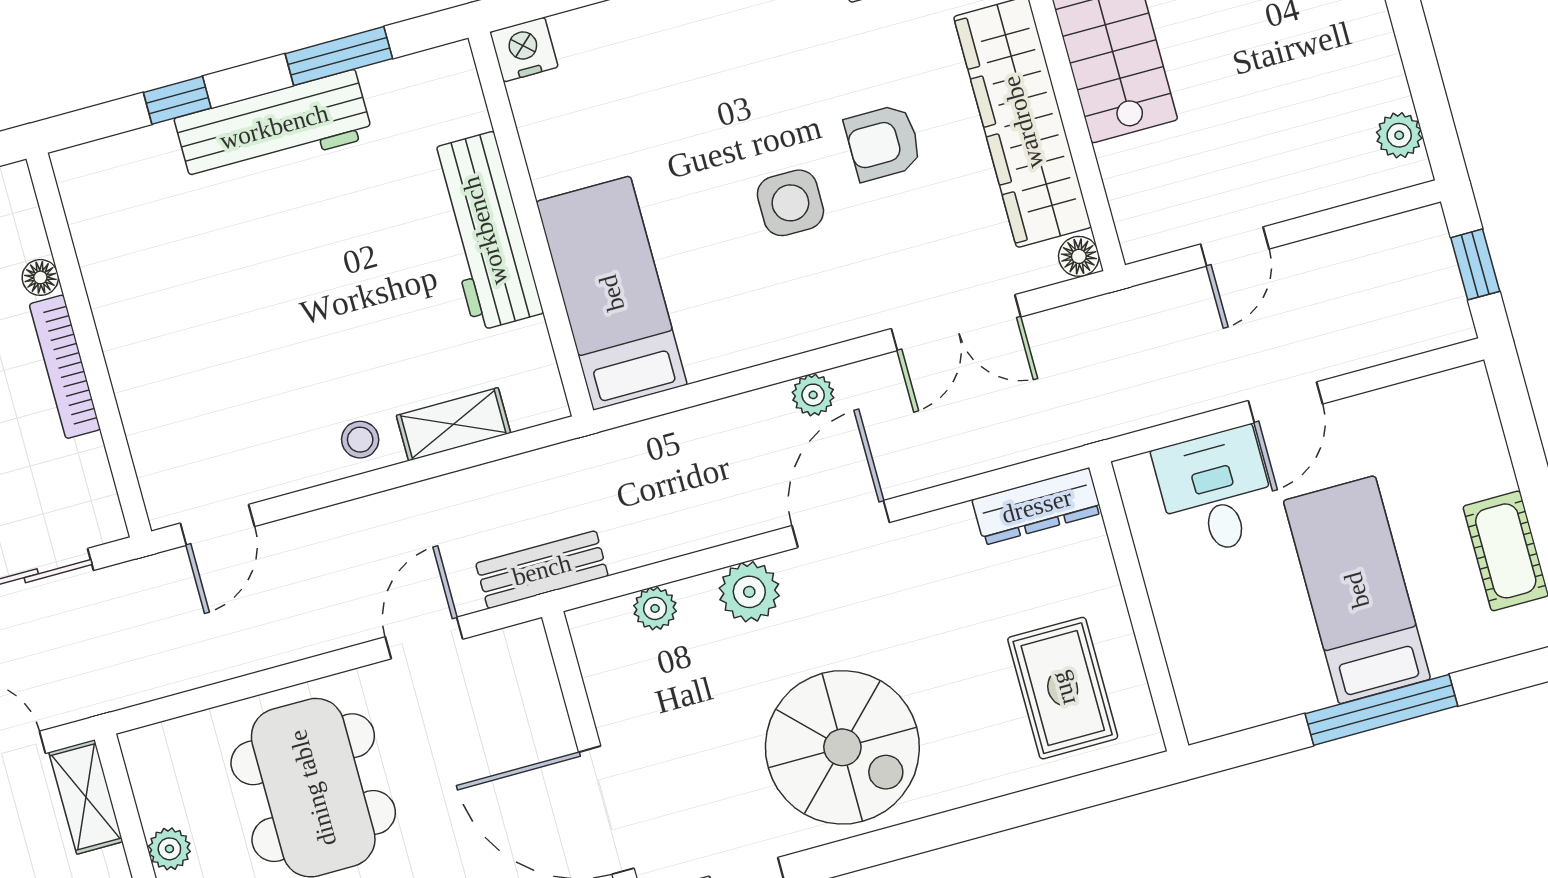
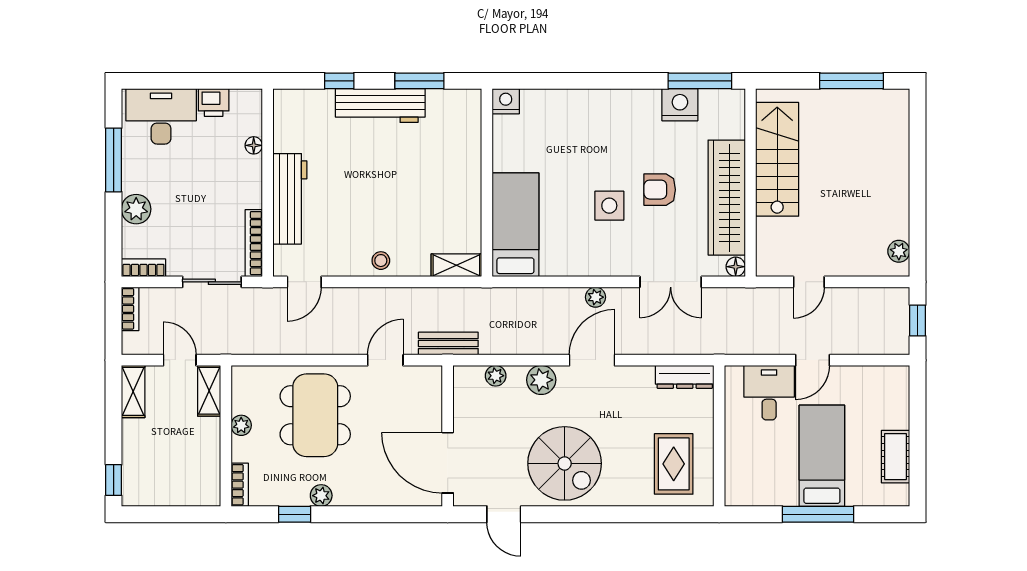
workbench: (485, 231) -> (290, 199), moved, turned 180
bookcase: (65, 367) -> (254, 243), moved
shelving: (453, 424) -> (456, 265), moved

